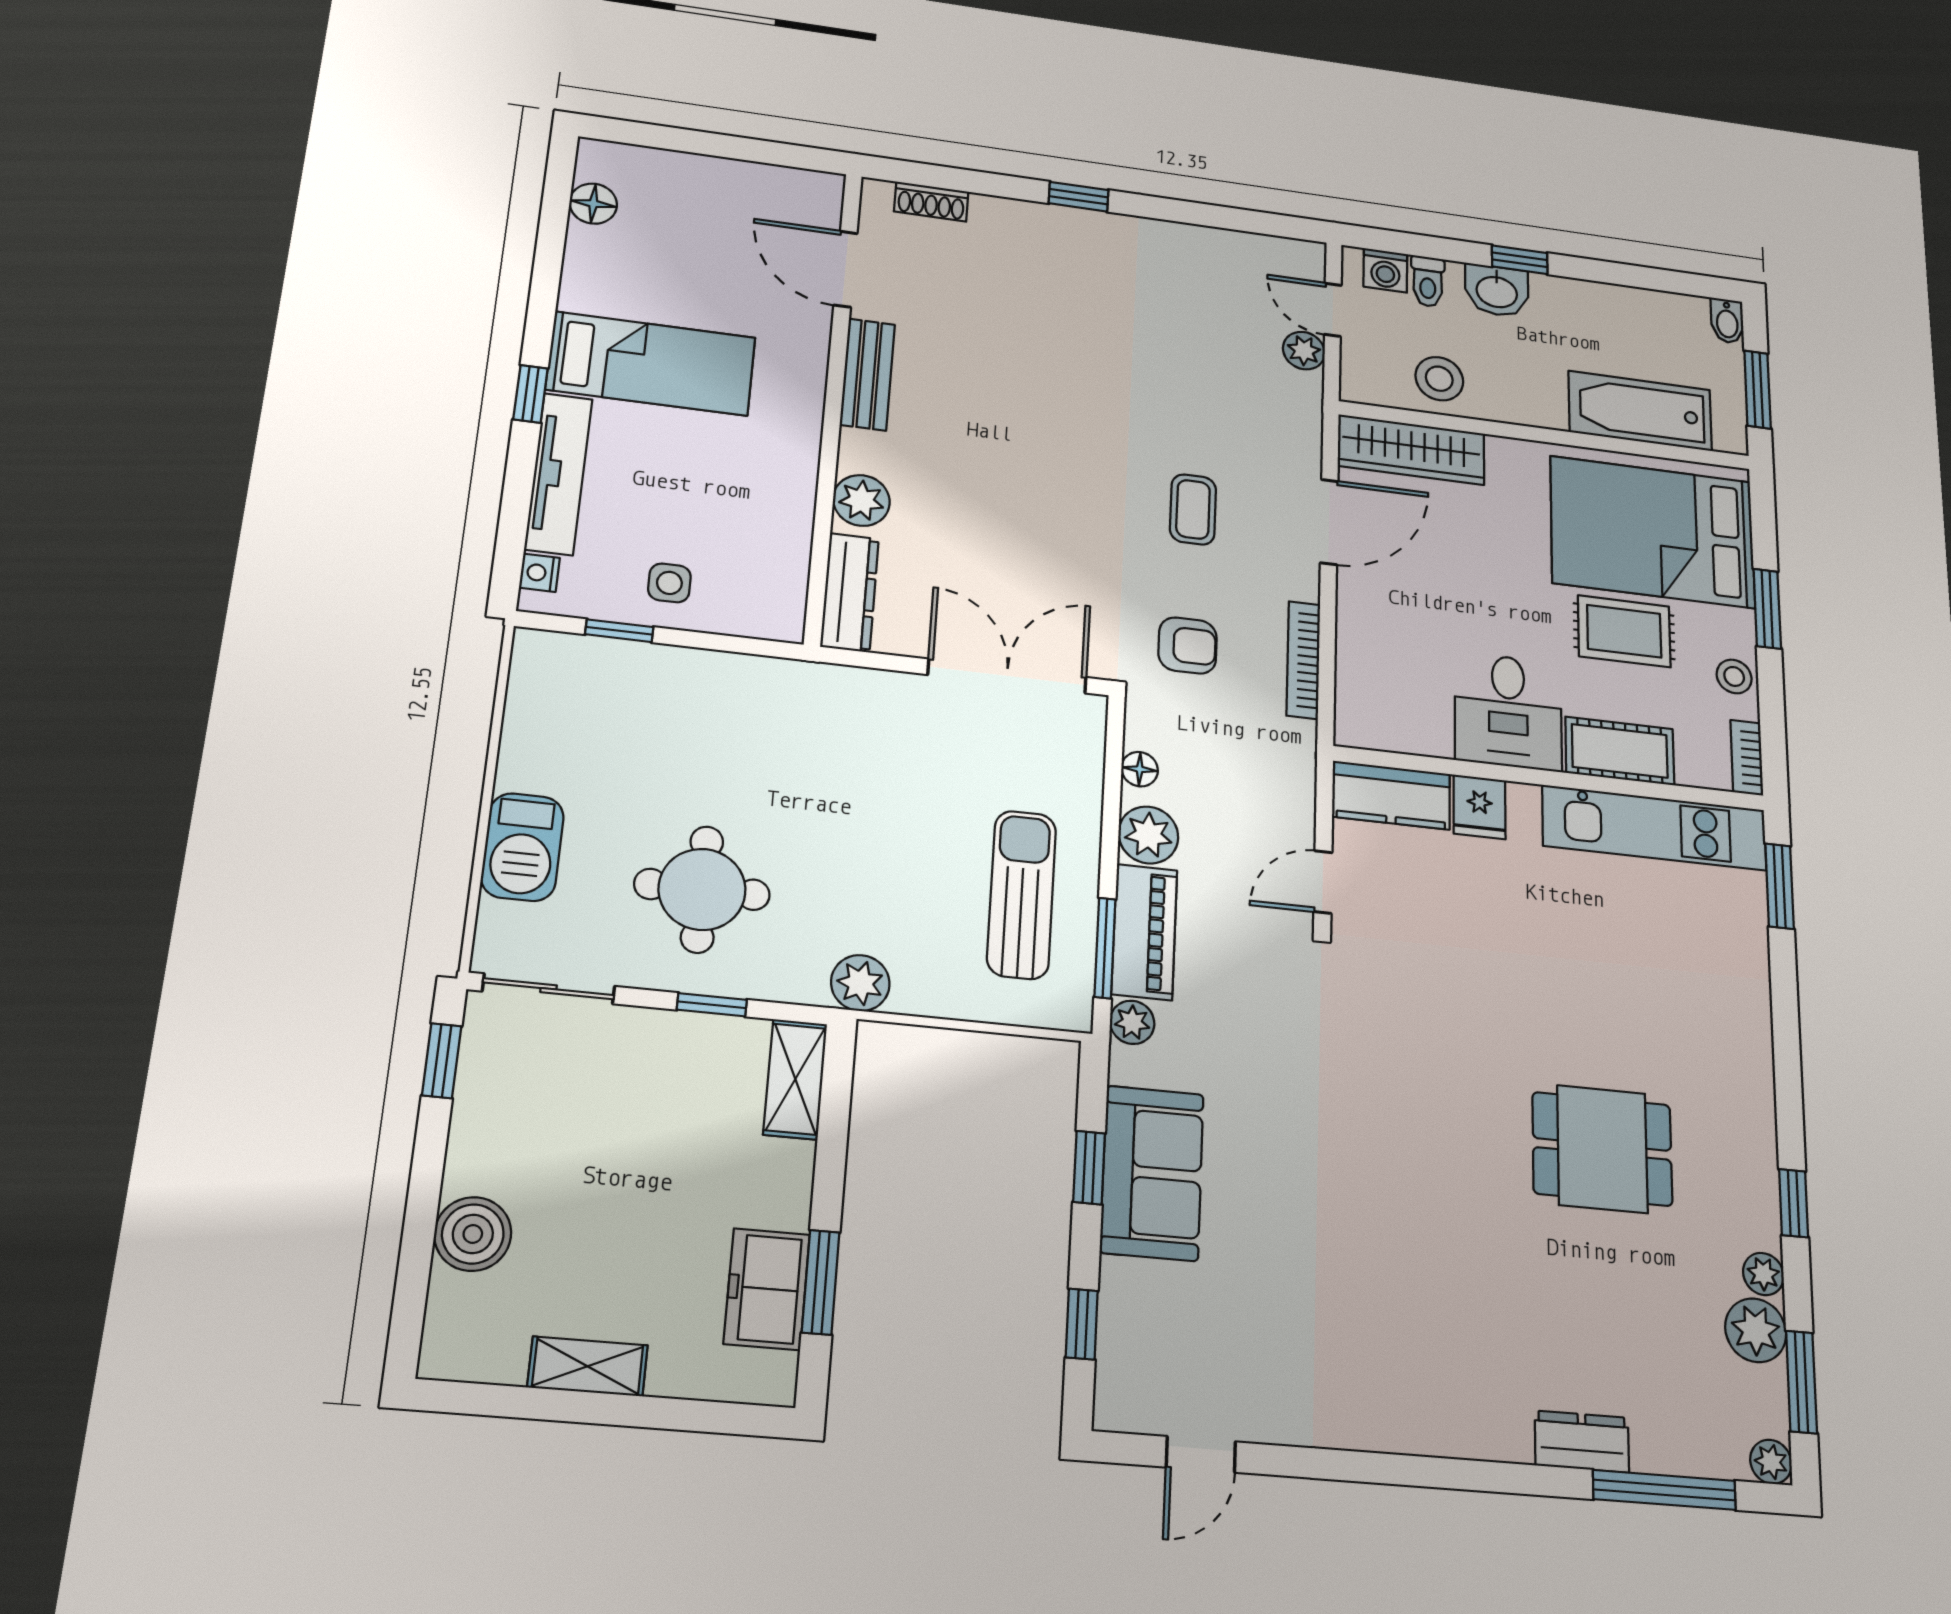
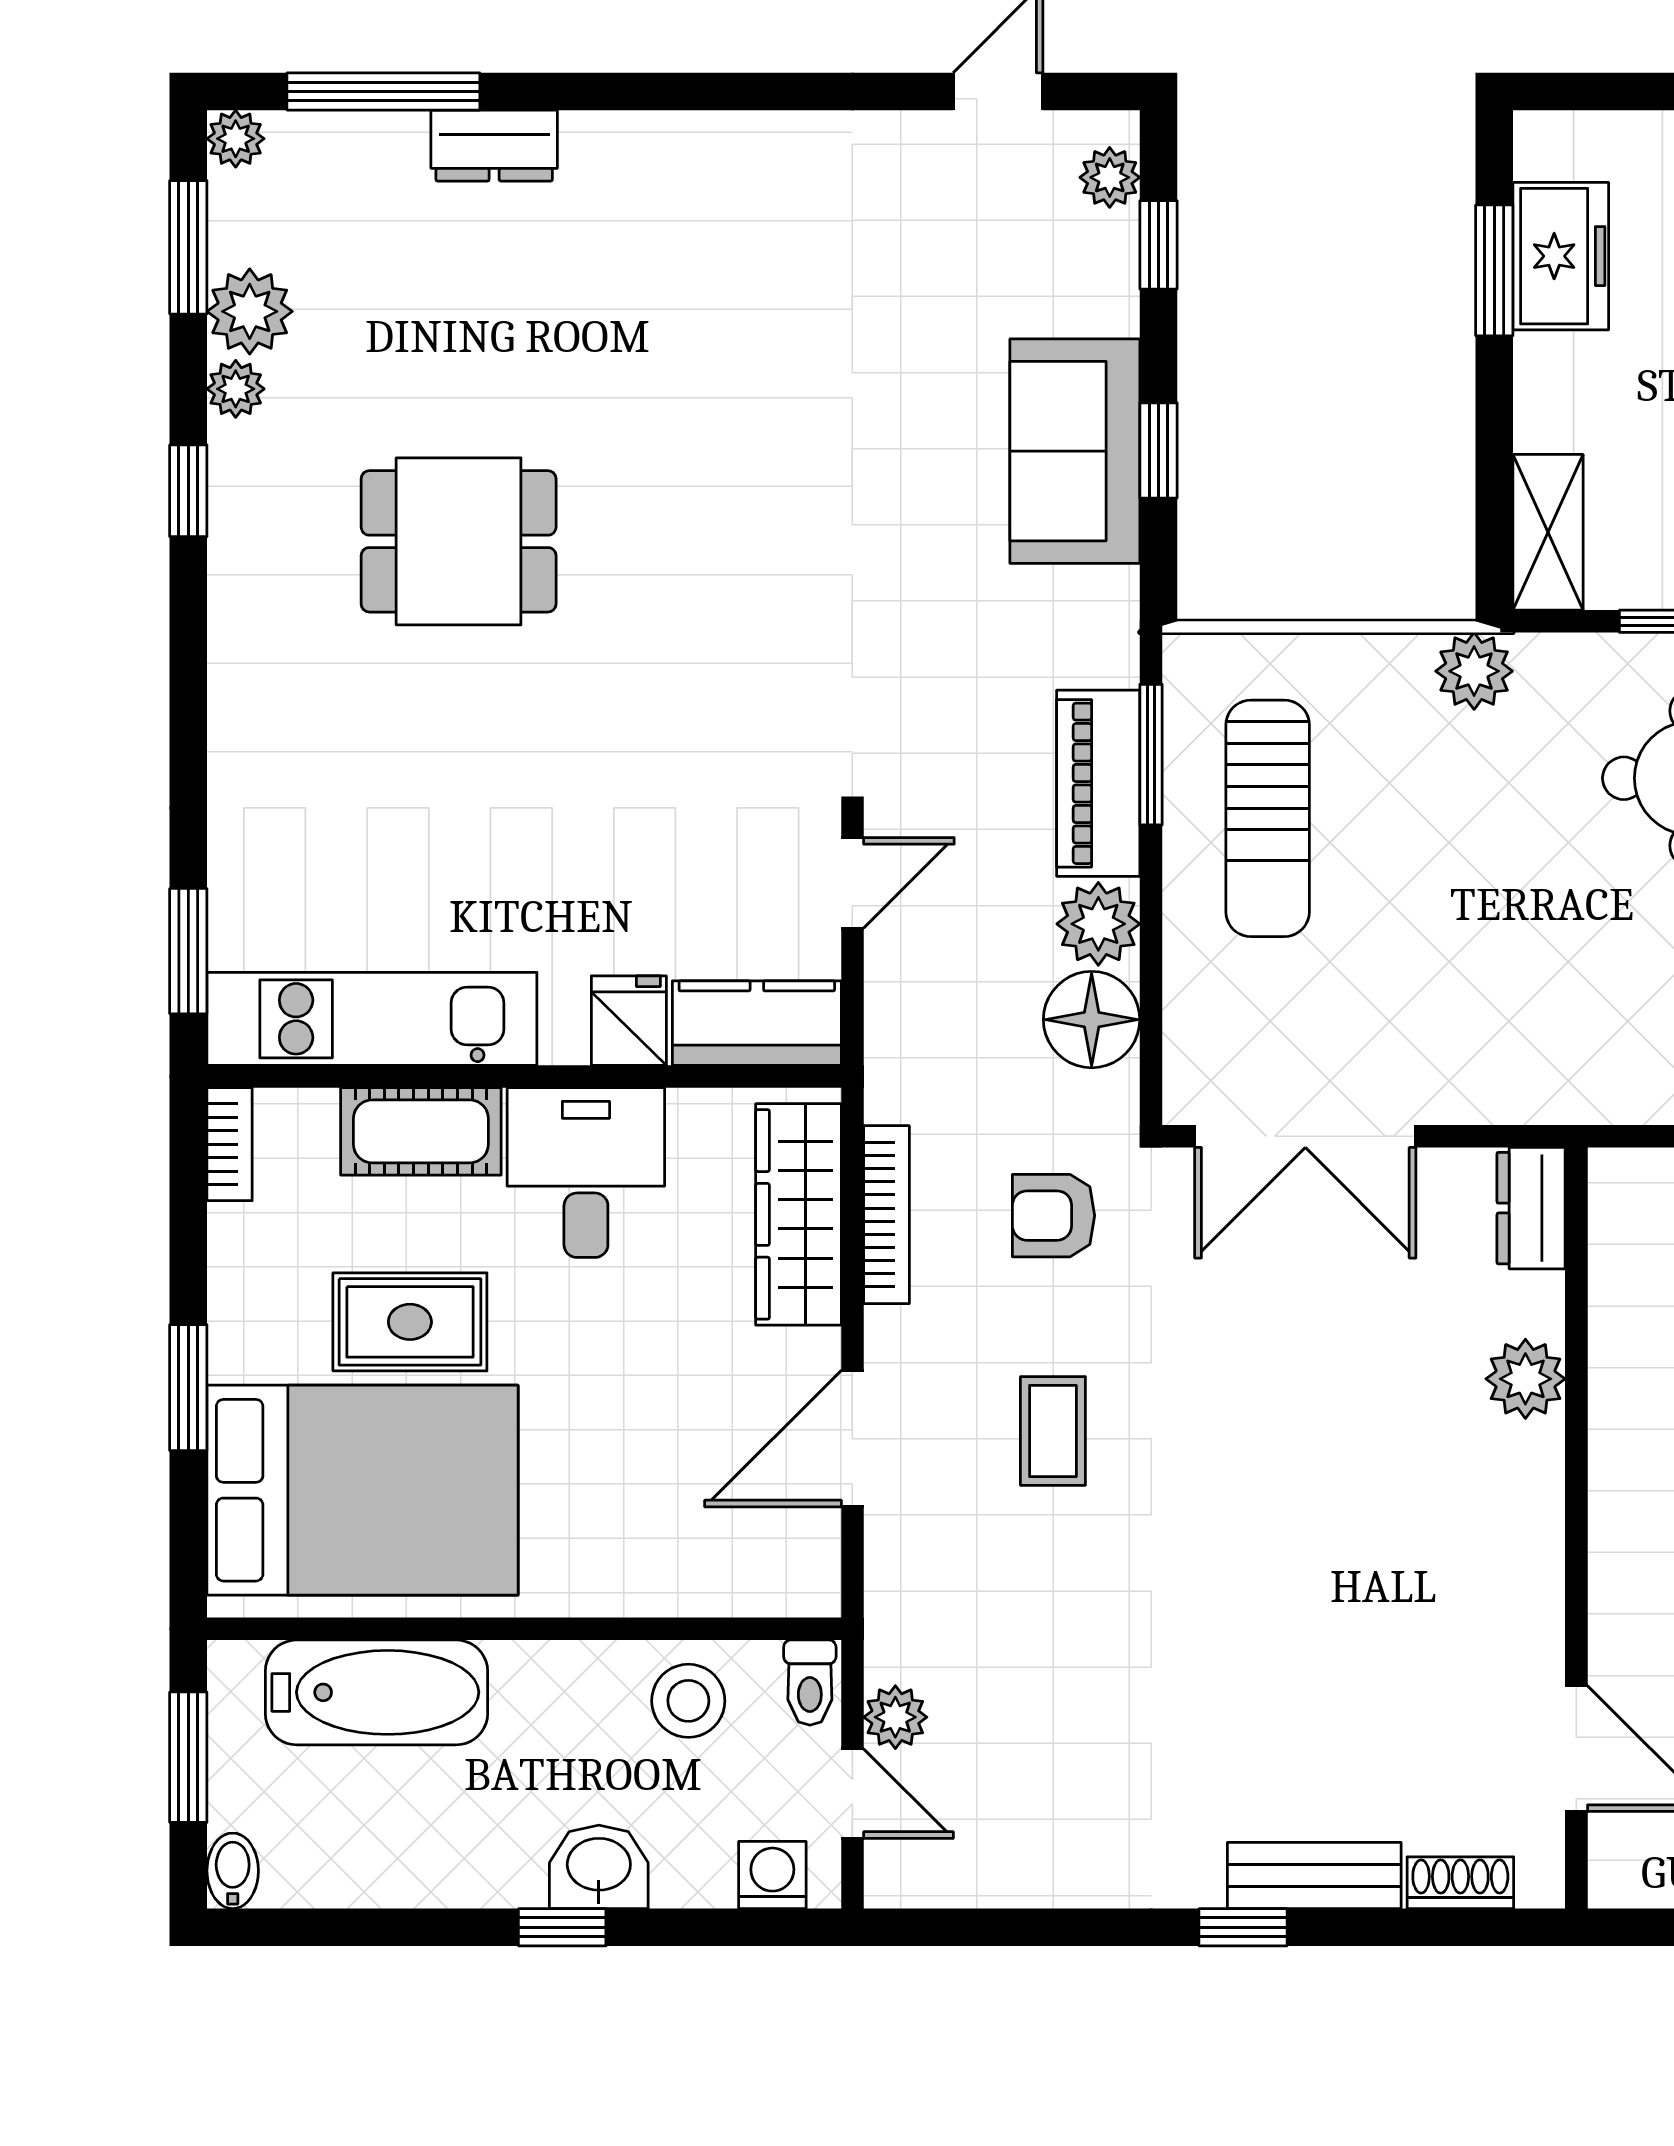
toilet: (1428, 281) -> (810, 1683), moved, turned 180
bench: (867, 374) -> (1314, 1875), moved, turned 90
wardrobe: (1411, 450) -> (798, 1214), moved, turned -90
dresser: (850, 592) -> (1531, 1208), width x0.70
stool: (1734, 676) -> (244, 1271), removed
floor lamp: (1140, 769) -> (1092, 1020), width x1.89, depth x1.89
plant: (1132, 1022) -> (1110, 177), moved

